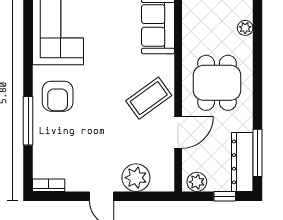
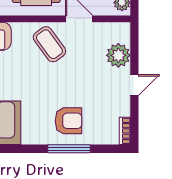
armchair: (58, 96) -> (69, 121), moved

